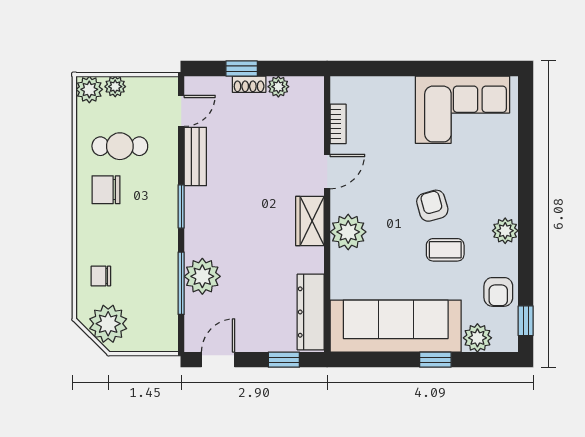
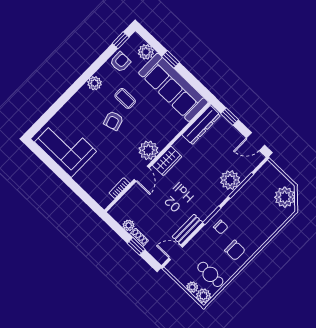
cafe table: (120, 146) -> (210, 274), moved
door: (327, 172) -> (142, 174), swing flipped
plant: (348, 232) -> (148, 150), moved
chair: (101, 276) -> (221, 227), moved

